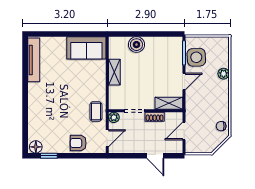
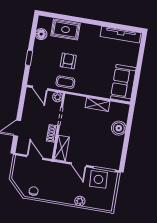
rug: (38, 121) -> (66, 30), added
armchair: (78, 143) -> (68, 61), moved
floor lamp: (36, 147) -> (41, 34), moved
window: (49, 156) -> (29, 58), moved

